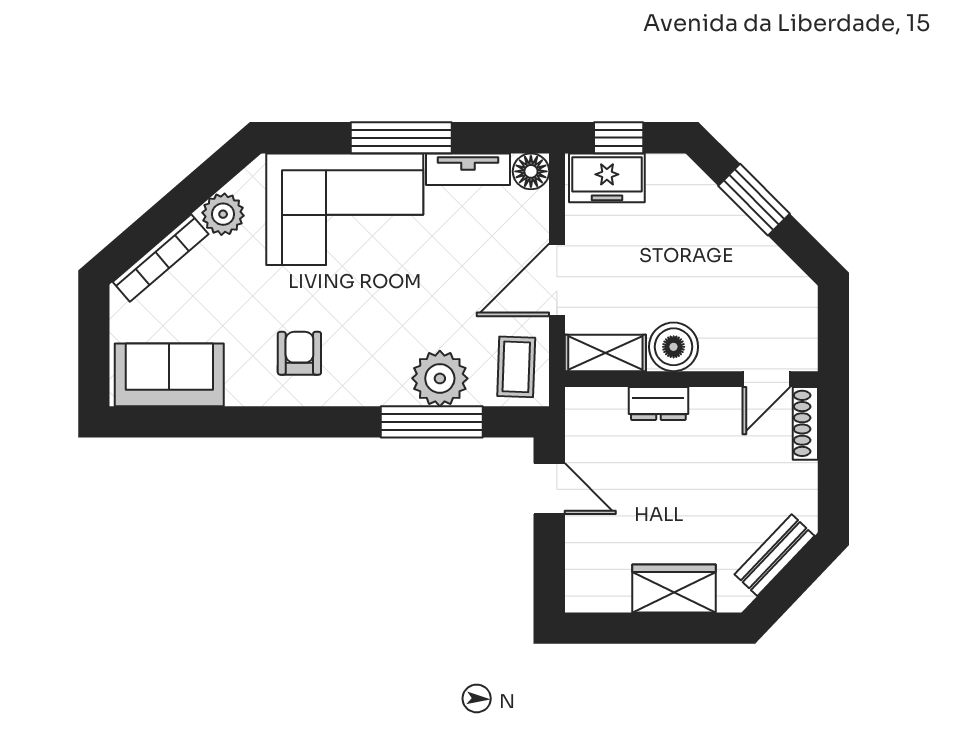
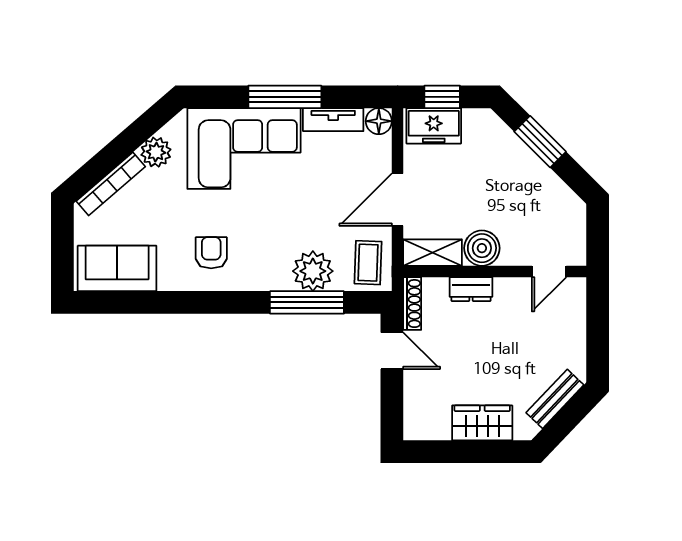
shoe rack: (805, 423) -> (412, 304), moved, turned 180

